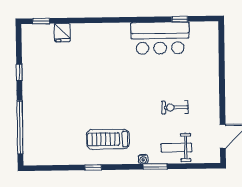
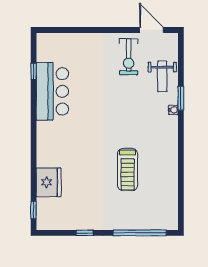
fridge: (62, 33) -> (49, 182), width x1.88, depth x1.34
exercise bike: (175, 107) -> (129, 57), moved, width x1.38, depth x1.39
treadmill: (108, 139) -> (128, 170), moved
window: (93, 167) -> (181, 160), removed

